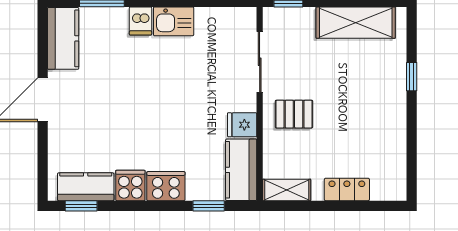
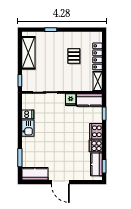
dishwasher: (141, 21) -> (28, 114), moved
pallet: (294, 114) -> (74, 56), moved
locker: (347, 189) -> (97, 56), width x1.53

